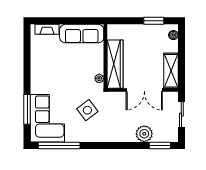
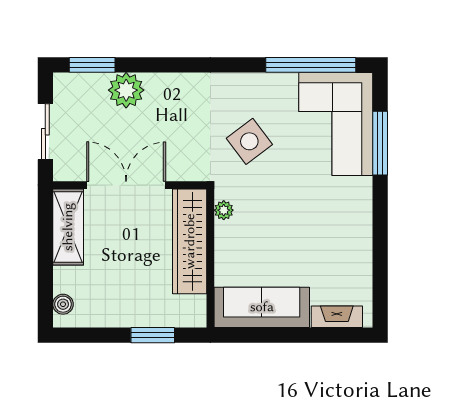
window: (154, 21) -> (153, 335), moved

